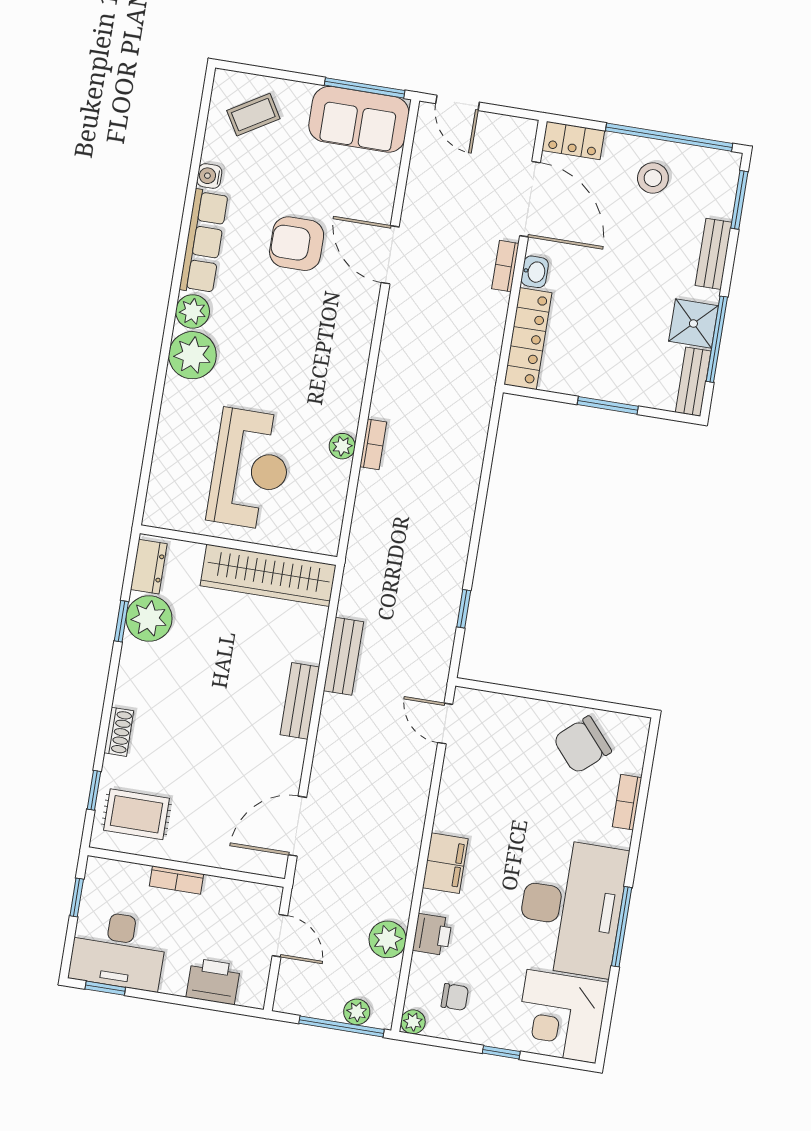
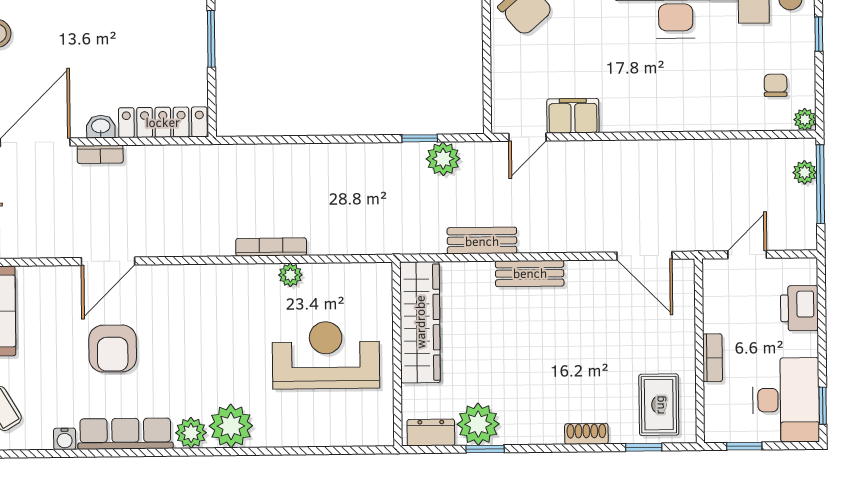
bookcase: (373, 444) -> (271, 247), width x1.56
filing cabinet: (445, 863) -> (573, 116), moved
printer: (432, 934) -> (722, 116), removed
plant: (388, 939) -> (443, 159), moved

